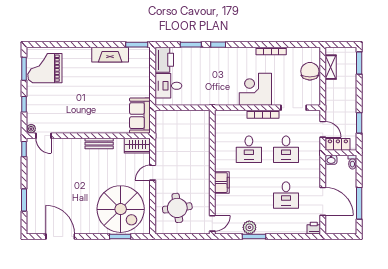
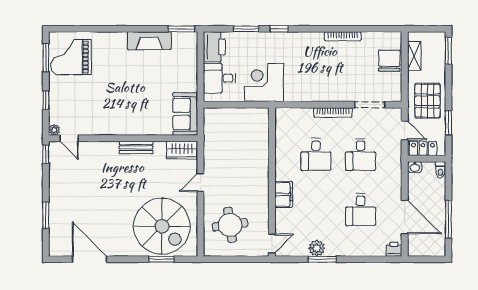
corner desk: (255, 89) -> (264, 82), moved
pallet: (342, 105) -> (427, 101), added

